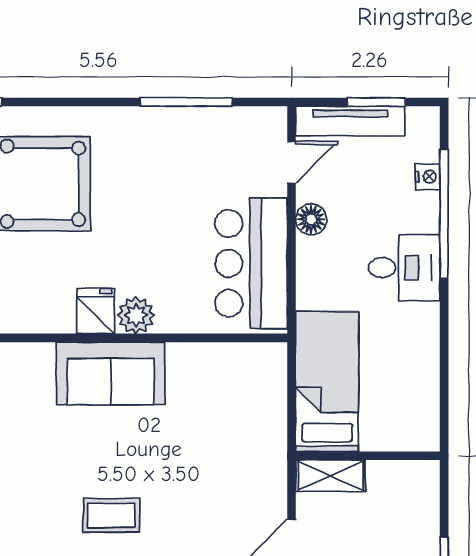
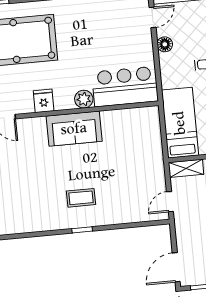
bar counter: (251, 263) -> (125, 87), moved, turned 90
fridge: (96, 311) -> (44, 101), moved

